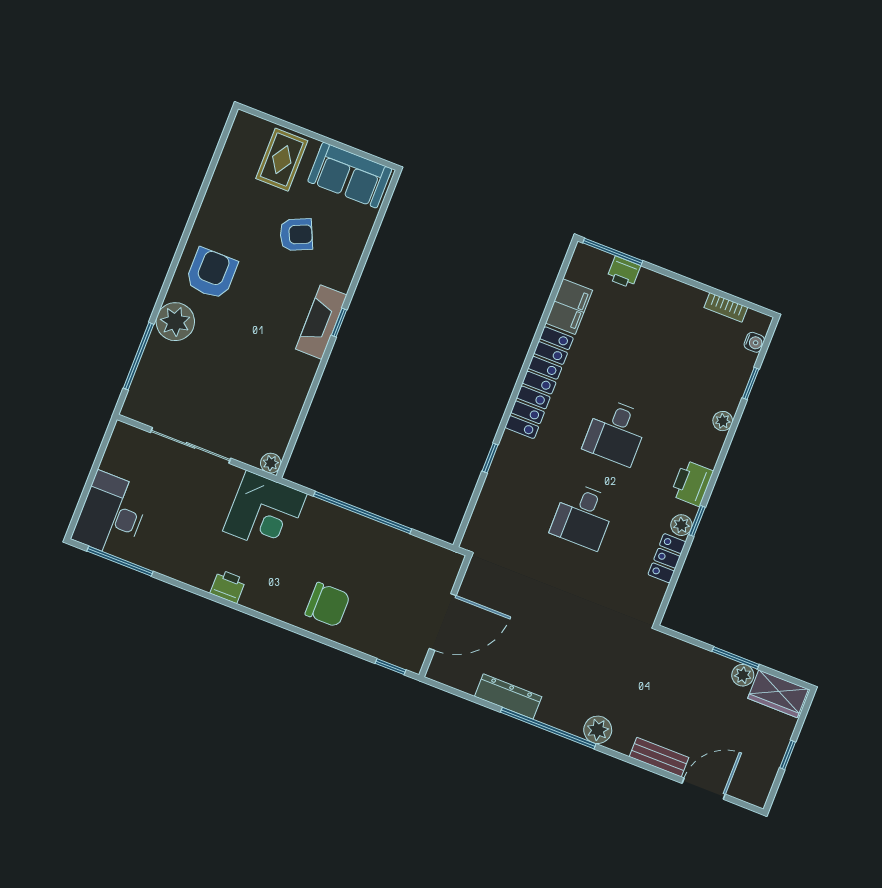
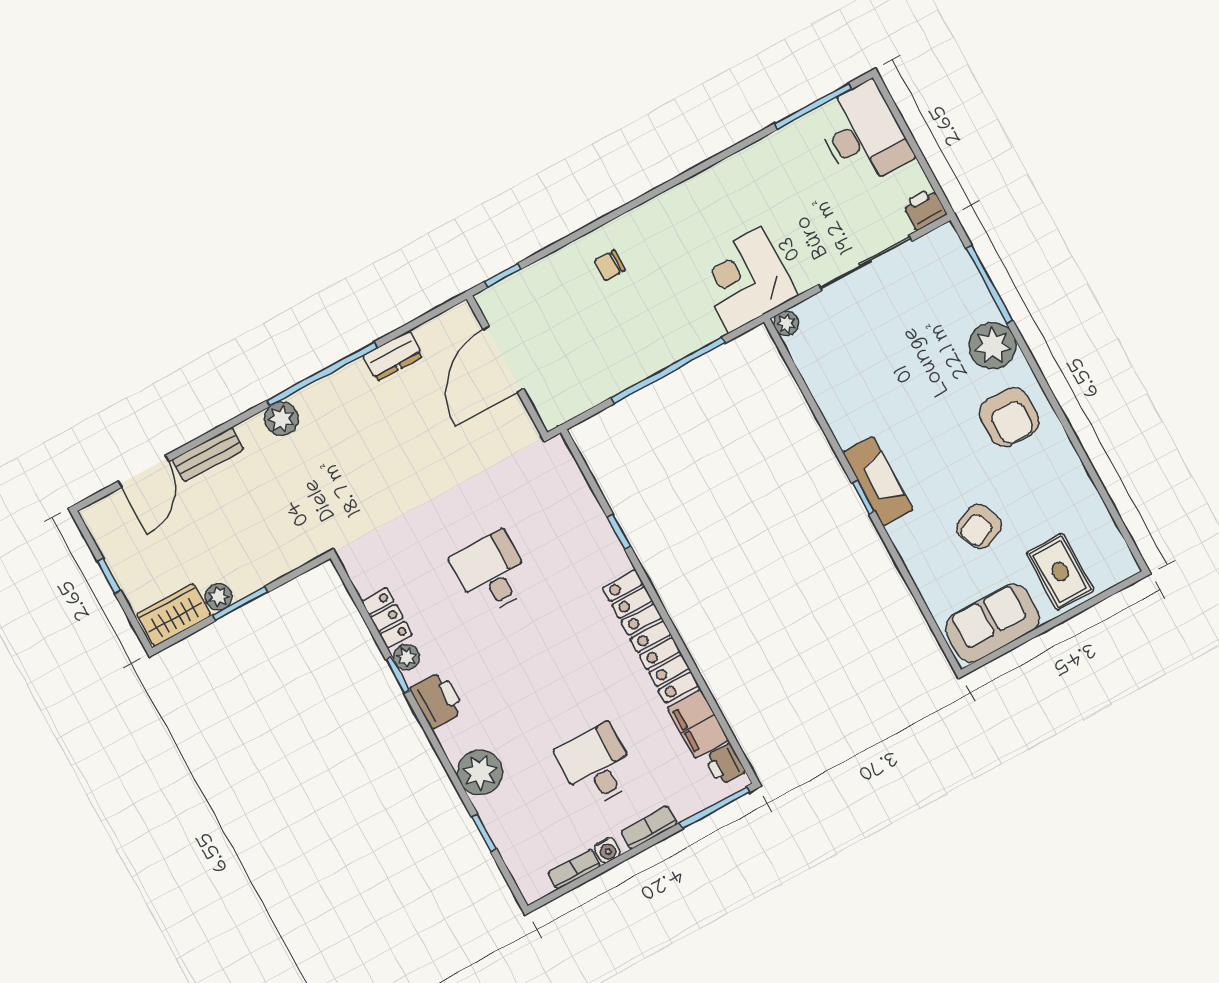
printer: (624, 272) -> (725, 764), moved, turned -90
bookcase: (660, 282) -> (649, 828), added
water cooler: (754, 342) -> (607, 850), moved, turned -90
plant: (723, 421) -> (480, 772), width x1.88, depth x1.88
desk: (616, 432) -> (597, 765), moved
printer: (228, 586) -> (925, 209), moved, turned 180
chair: (328, 605) -> (610, 265), width x0.54, depth x0.54
dresser: (508, 697) -> (393, 356), width x0.70

